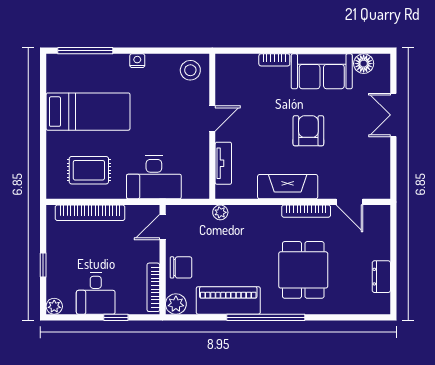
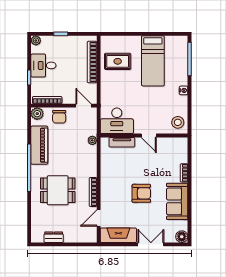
floor lamp: (364, 64) -> (182, 237), moved
rug: (89, 170) -> (118, 61), turned 90
desk: (154, 177) -> (117, 121), moved, turned -90
fireplace: (288, 187) -> (118, 235), moved, turned -90

